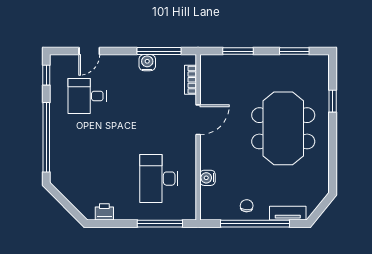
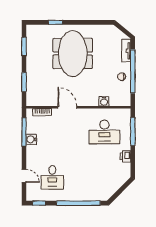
meeting table: (283, 128) -> (73, 54), turned 90
printer: (104, 212) -> (125, 156), moved

